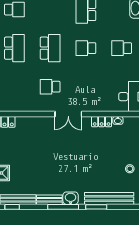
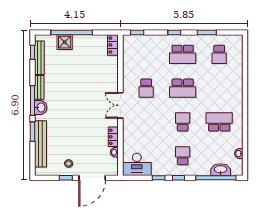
school desk: (50, 87) -> (146, 88), turned 180

